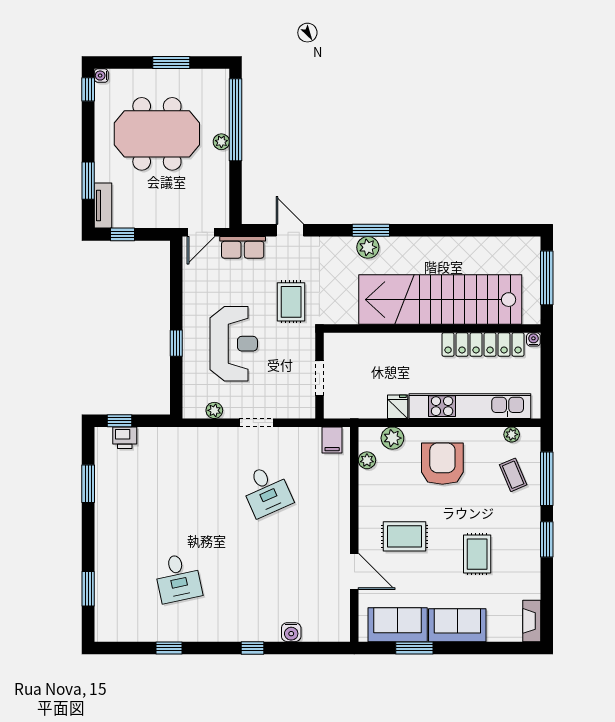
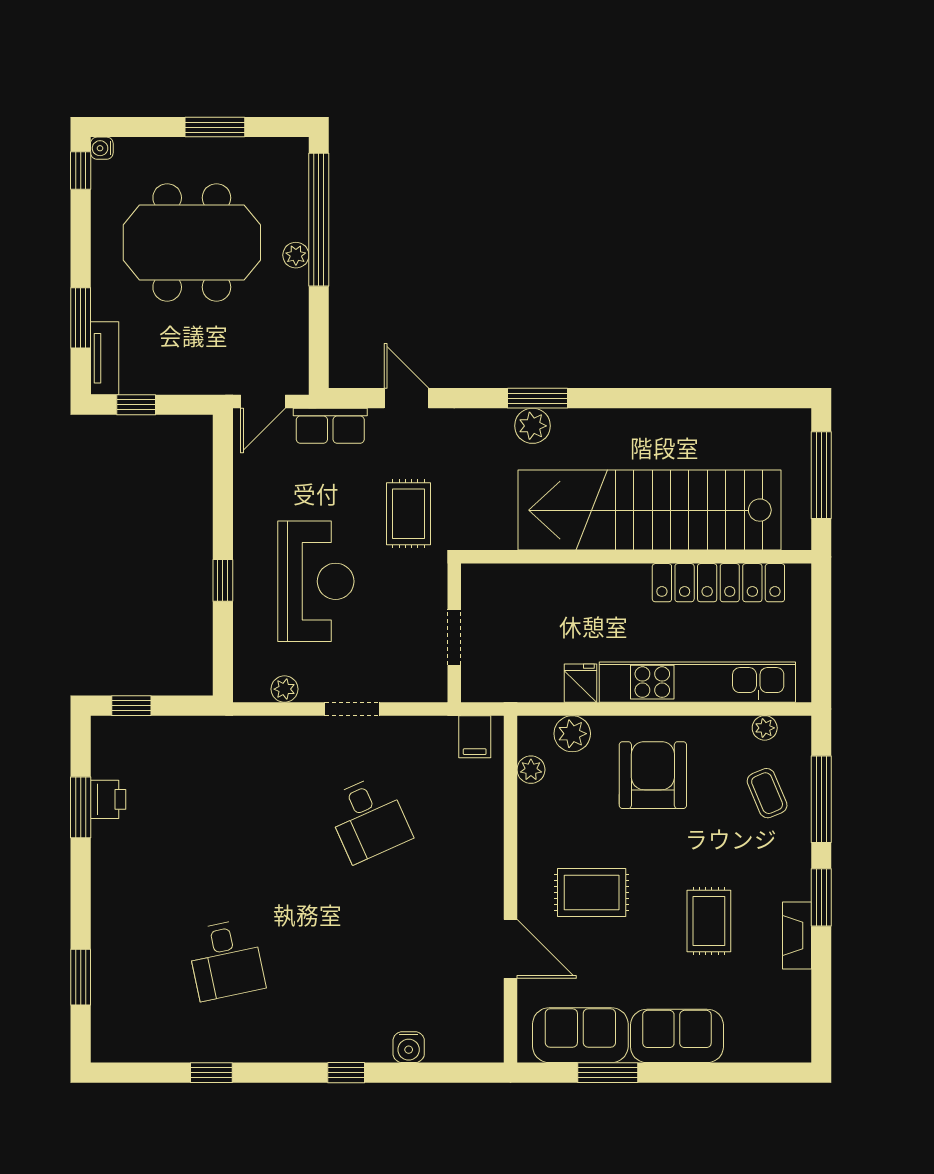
water cooler: (533, 339) -> (800, 574), removed
printer: (125, 438) -> (108, 799), moved, turned -90
fireplace: (532, 621) -> (797, 936), moved

